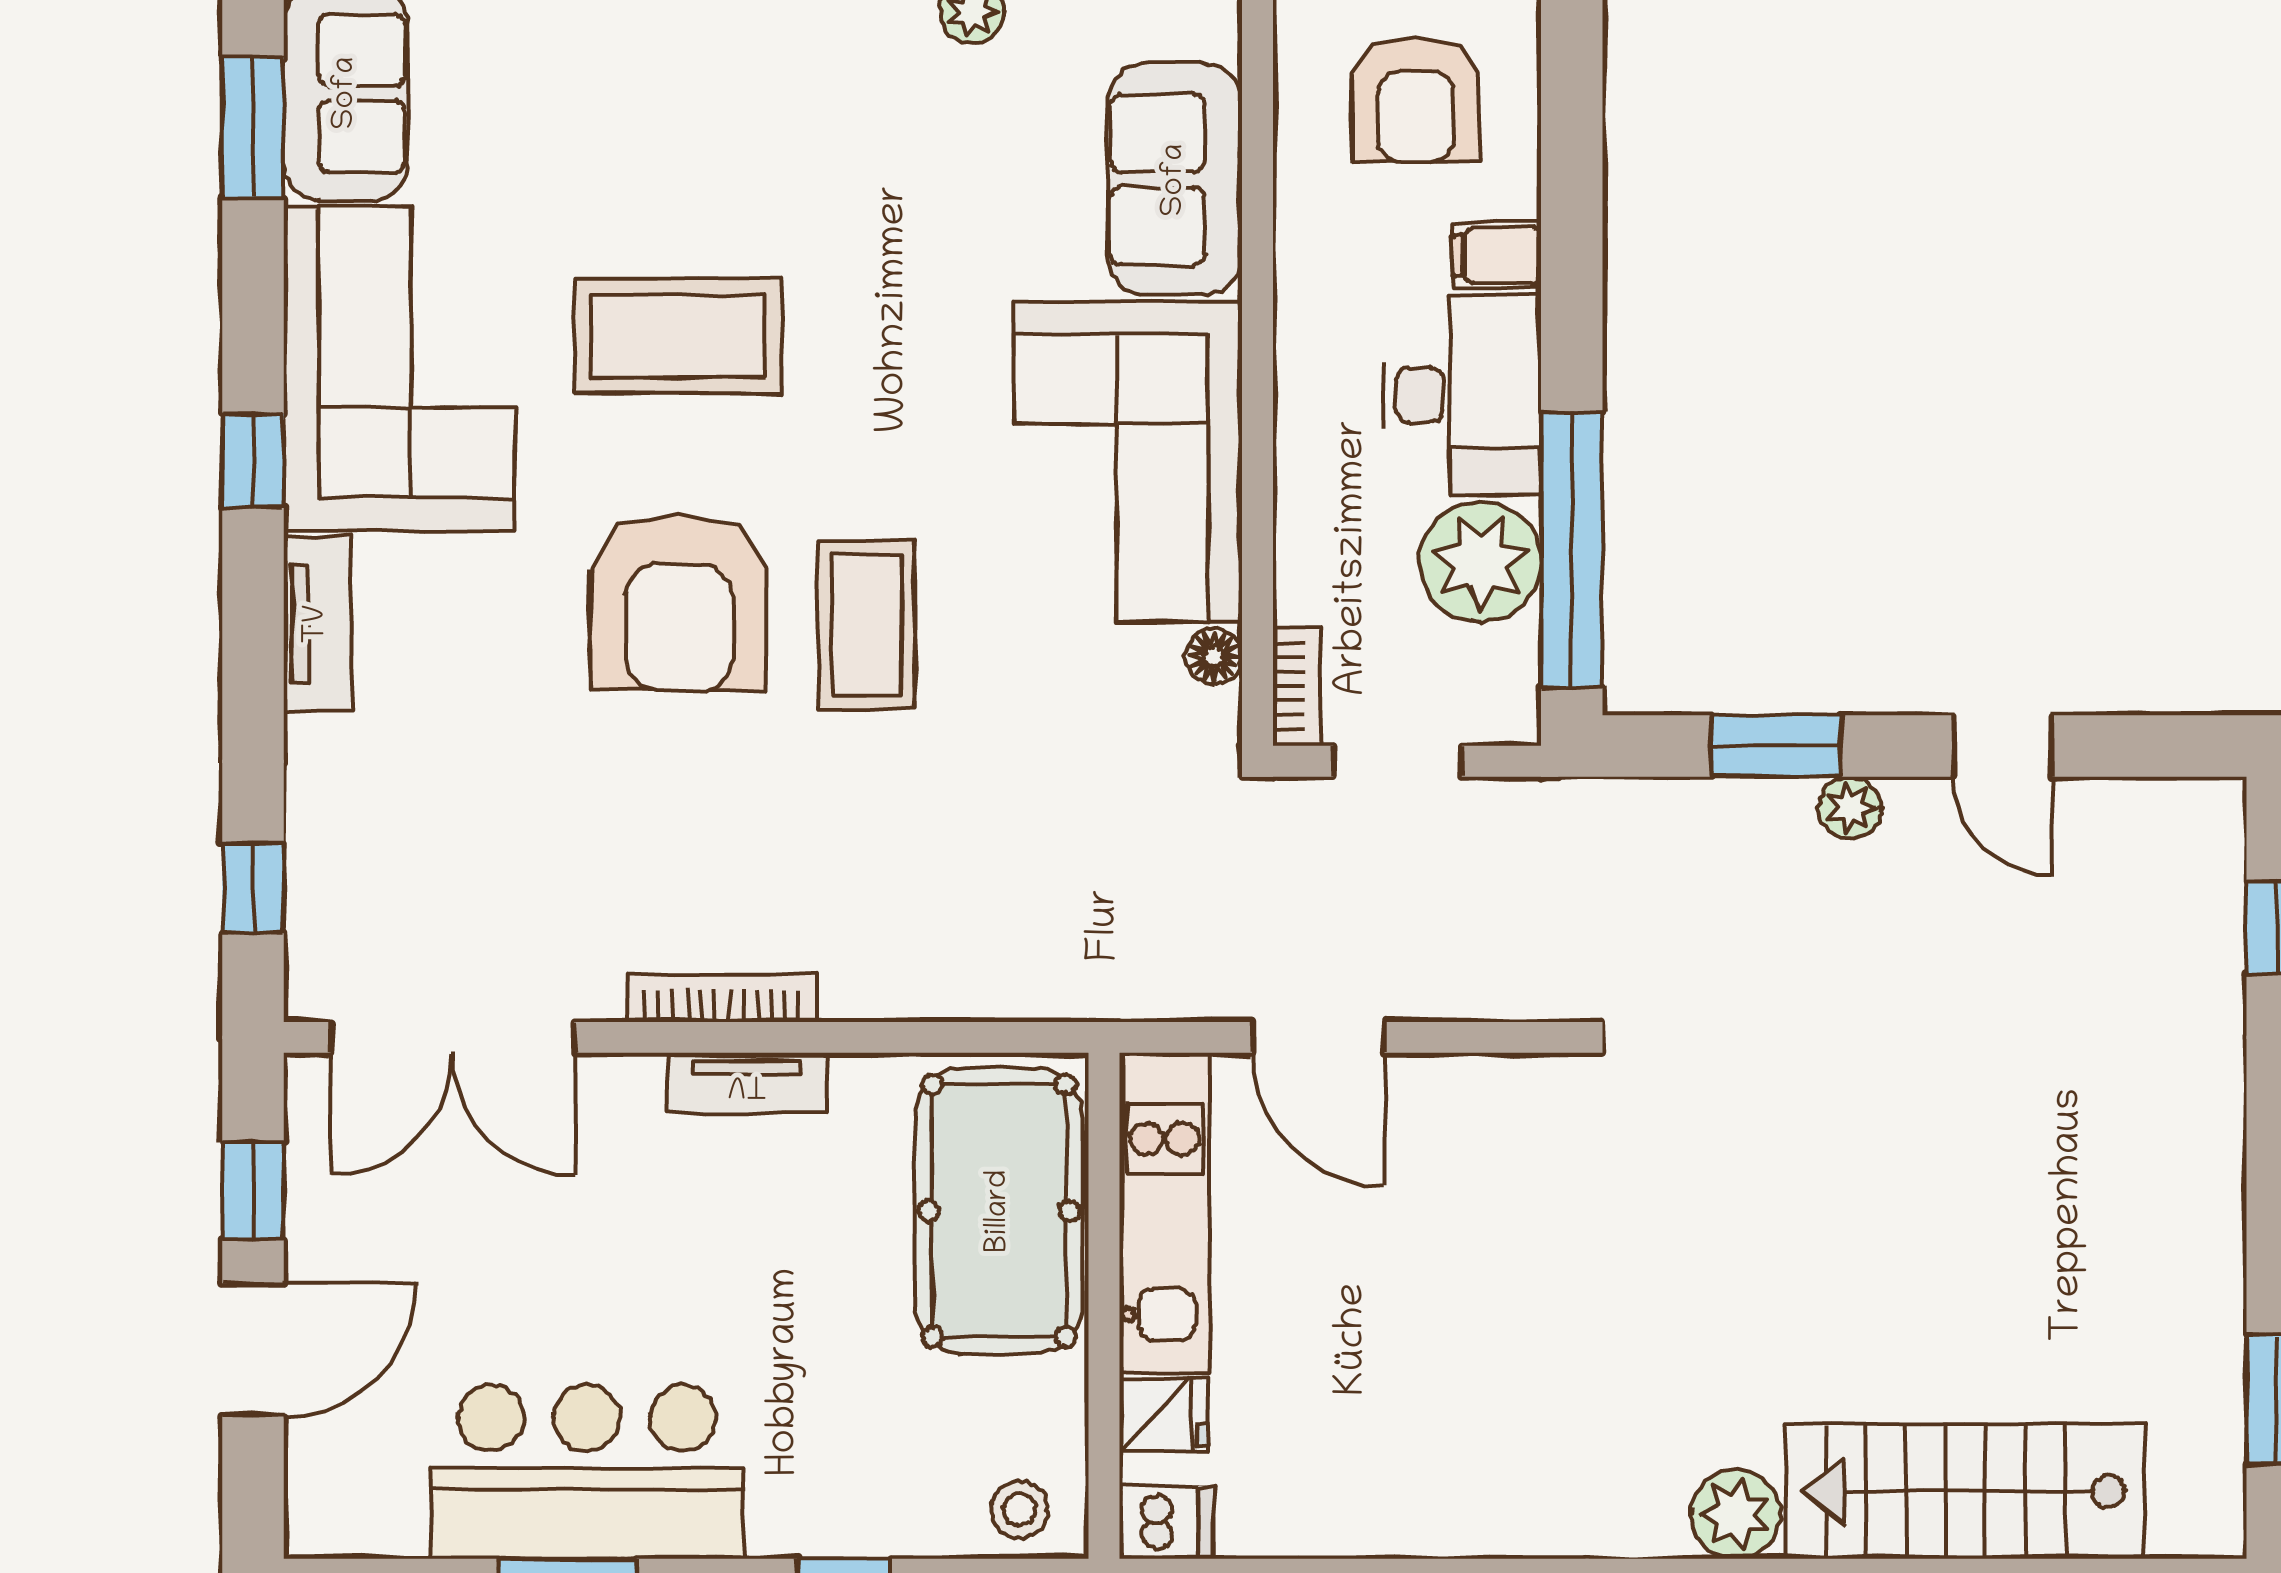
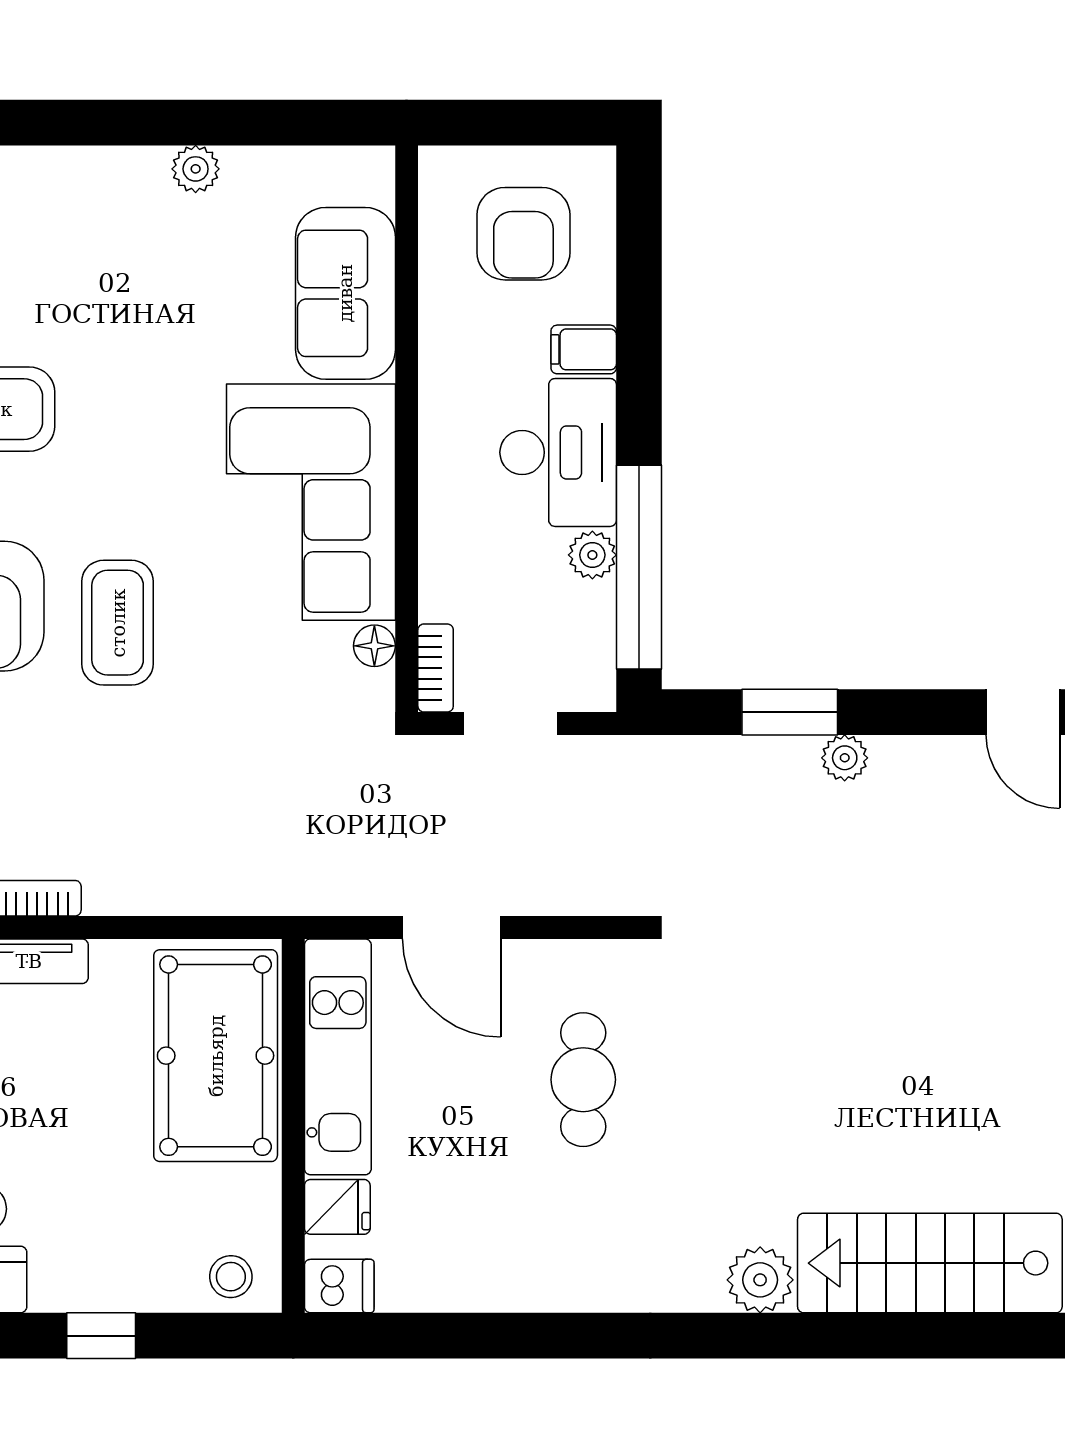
plant: (1480, 562) -> (592, 555), width x0.53, depth x0.53
door: (2003, 746) -> (1023, 712), moved
cafe table: (1496, 1243) -> (583, 1080), added

